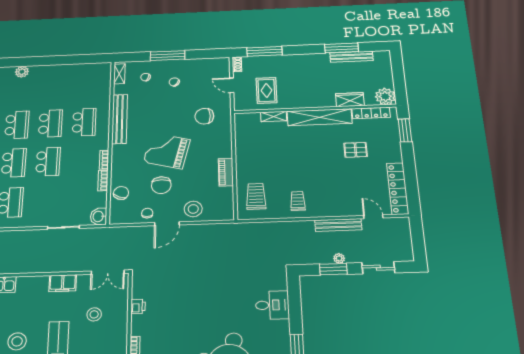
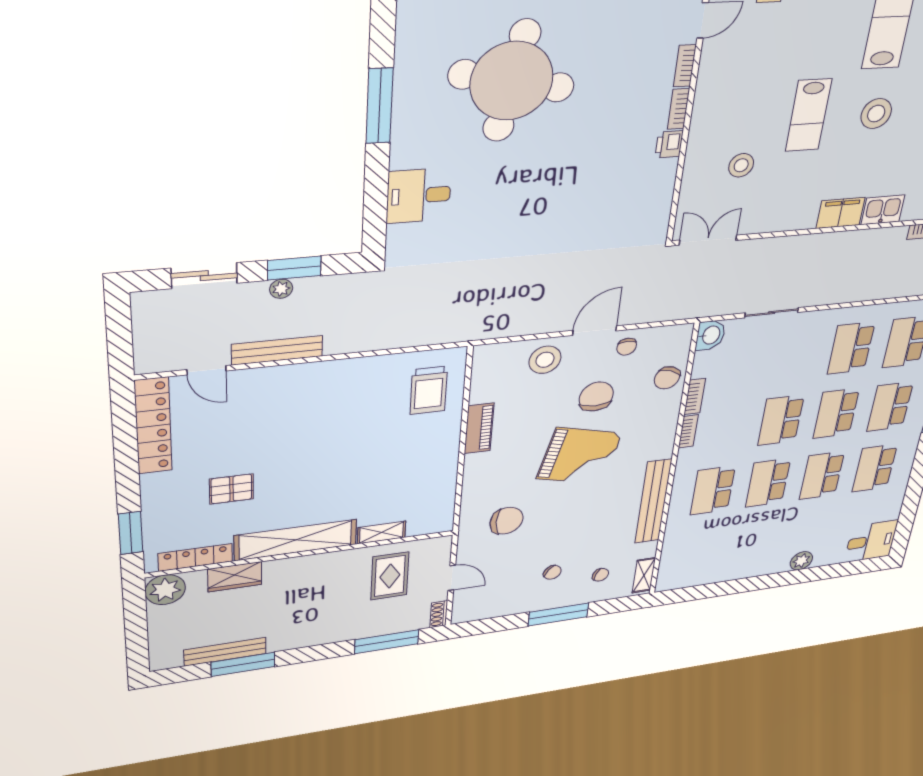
trolley: (298, 201) -> (351, 388), removed
filing cabinet: (63, 283) -> (841, 213), moved
printer: (138, 306) -> (669, 144), moved

